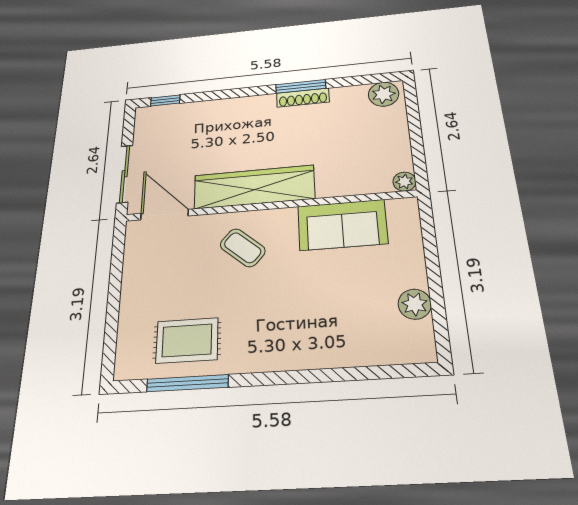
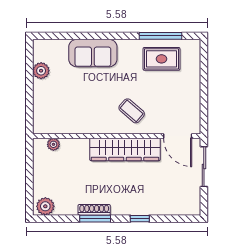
window: (165, 100) -> (140, 219), moved
plant: (404, 182) -> (53, 144), moved
sofa: (342, 225) -> (93, 53), moved, turned 180

